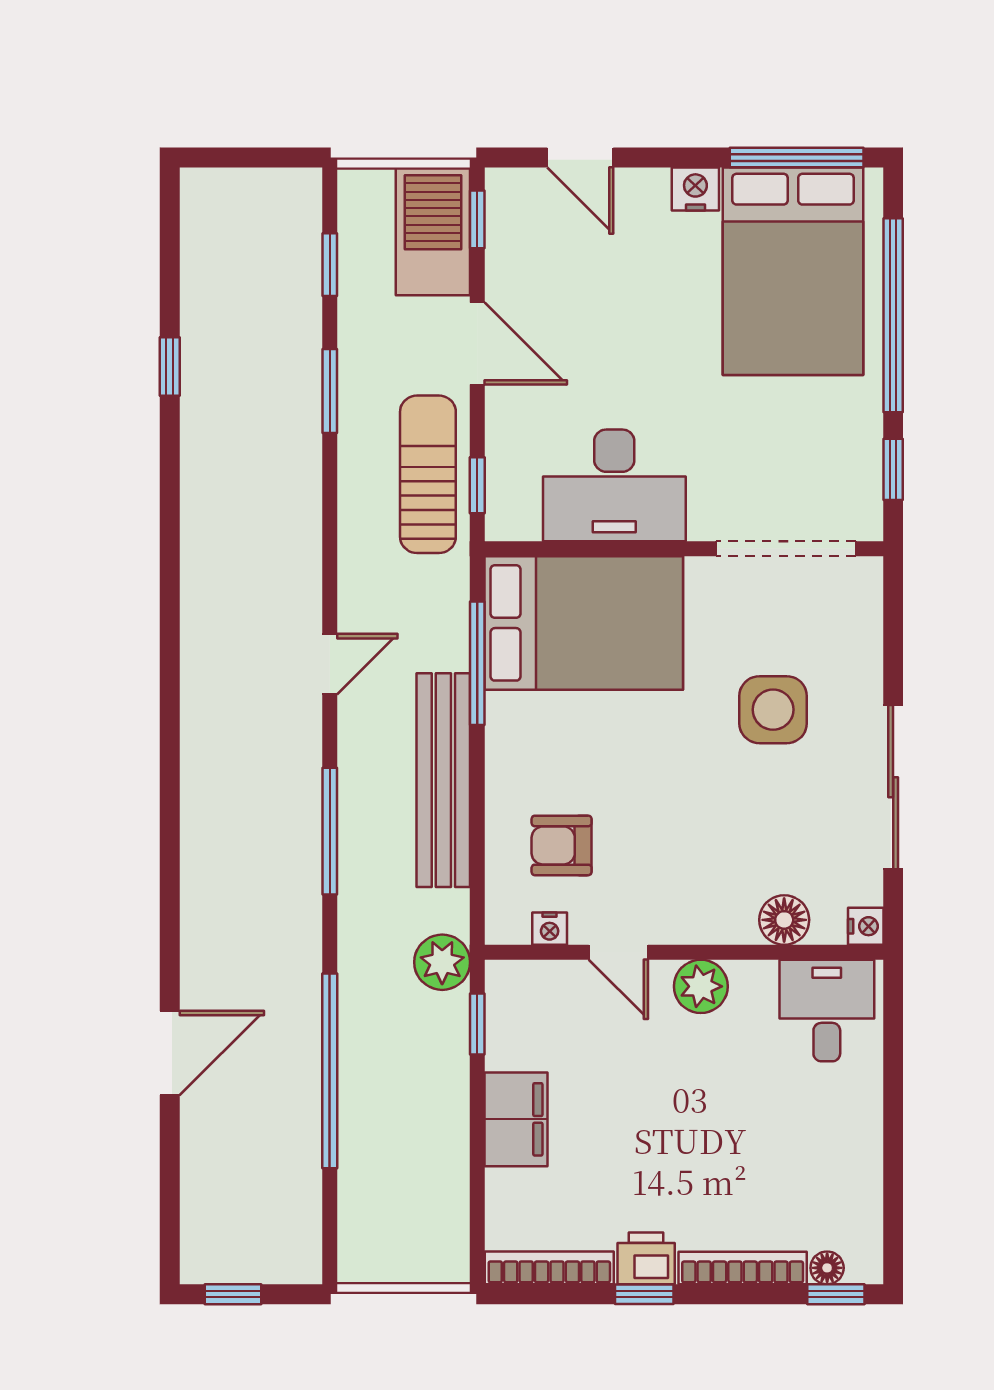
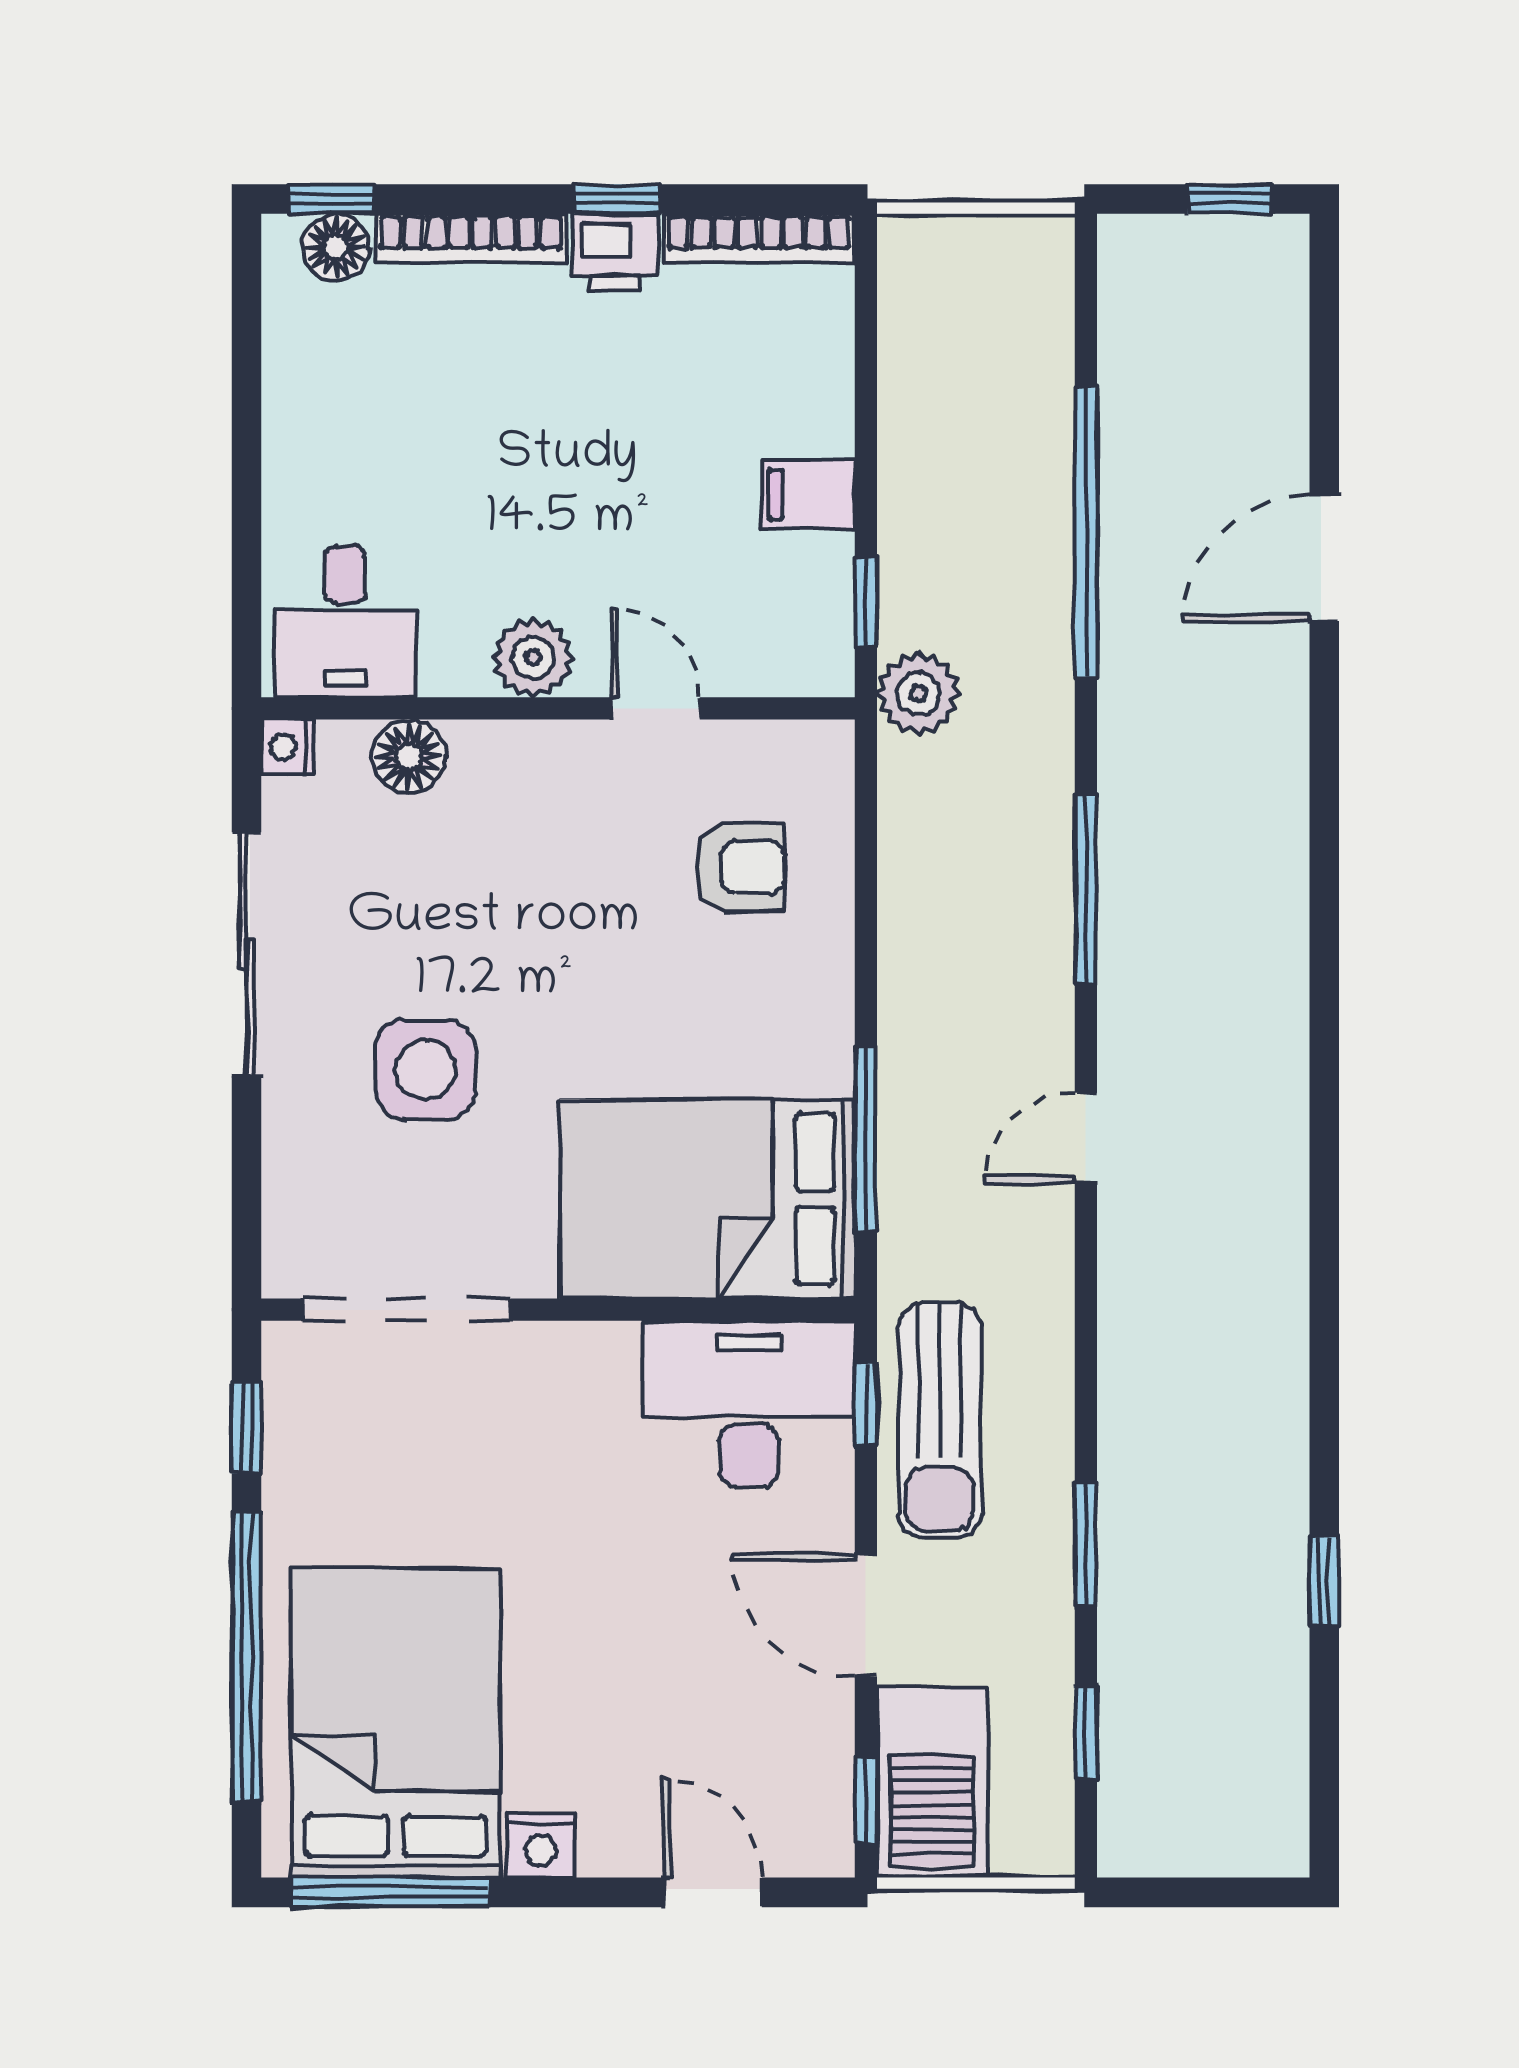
desk: (614, 485) -> (749, 1404), moved
bench: (443, 780) -> (917, 965), removed
nightstand: (550, 929) -> (758, 744), removed
filing cabinet: (516, 1119) -> (808, 494), width x0.50
floor lamp: (827, 1268) -> (336, 247), width x1.37, depth x1.37

